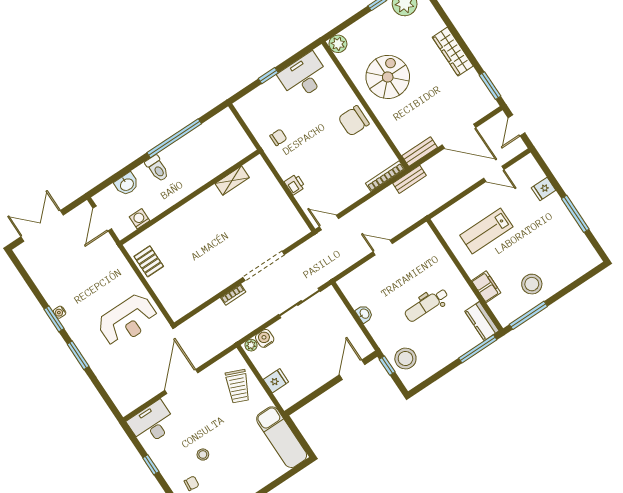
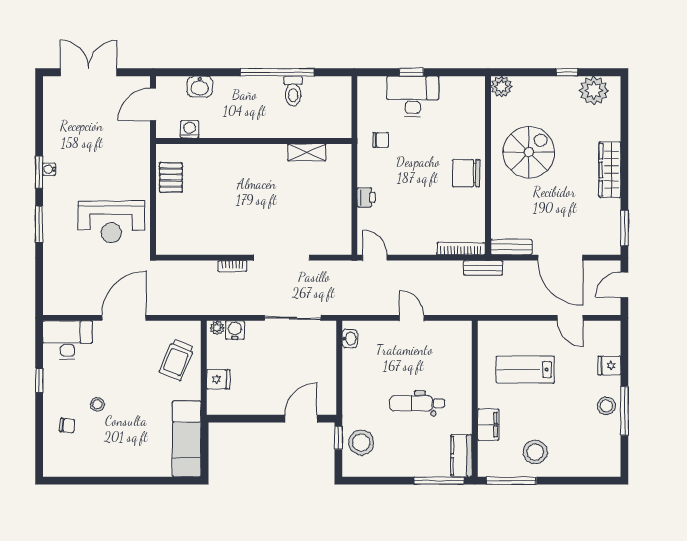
desk: (304, 77) -> (413, 96), moved
toilet: (157, 168) -> (293, 91), moved
stool: (560, 219) -> (606, 406), added
washbasin: (364, 314) -> (350, 339), moved

